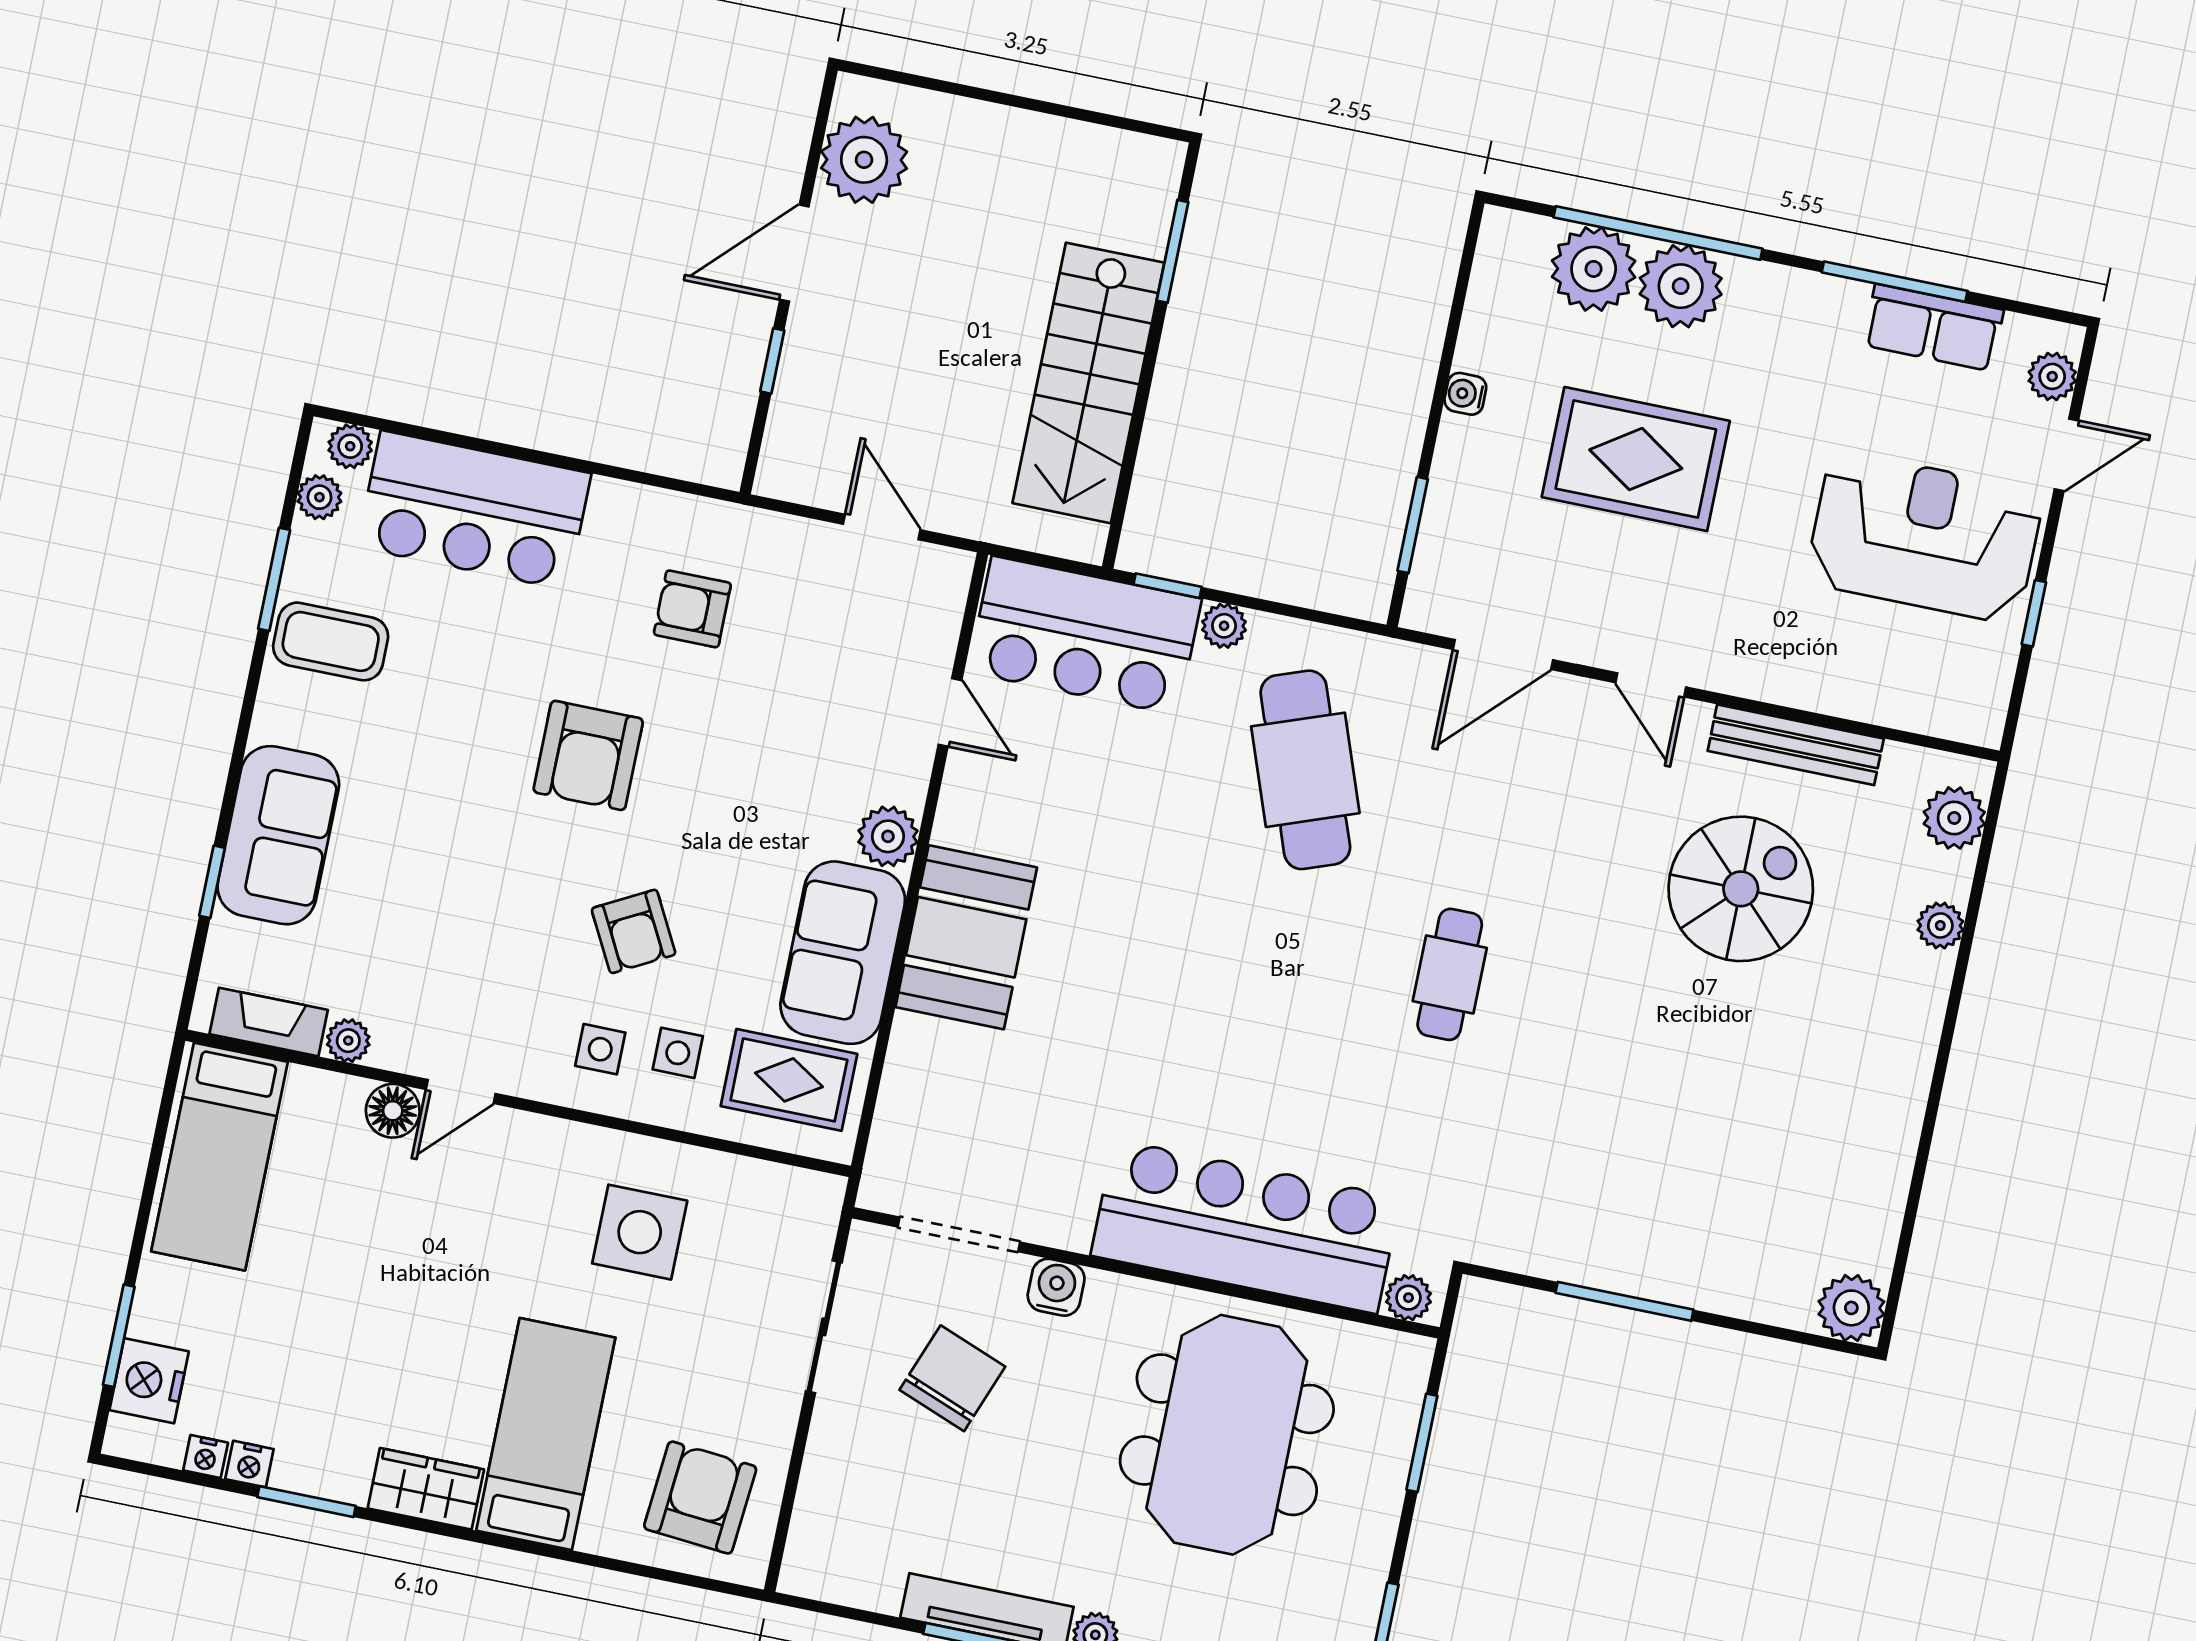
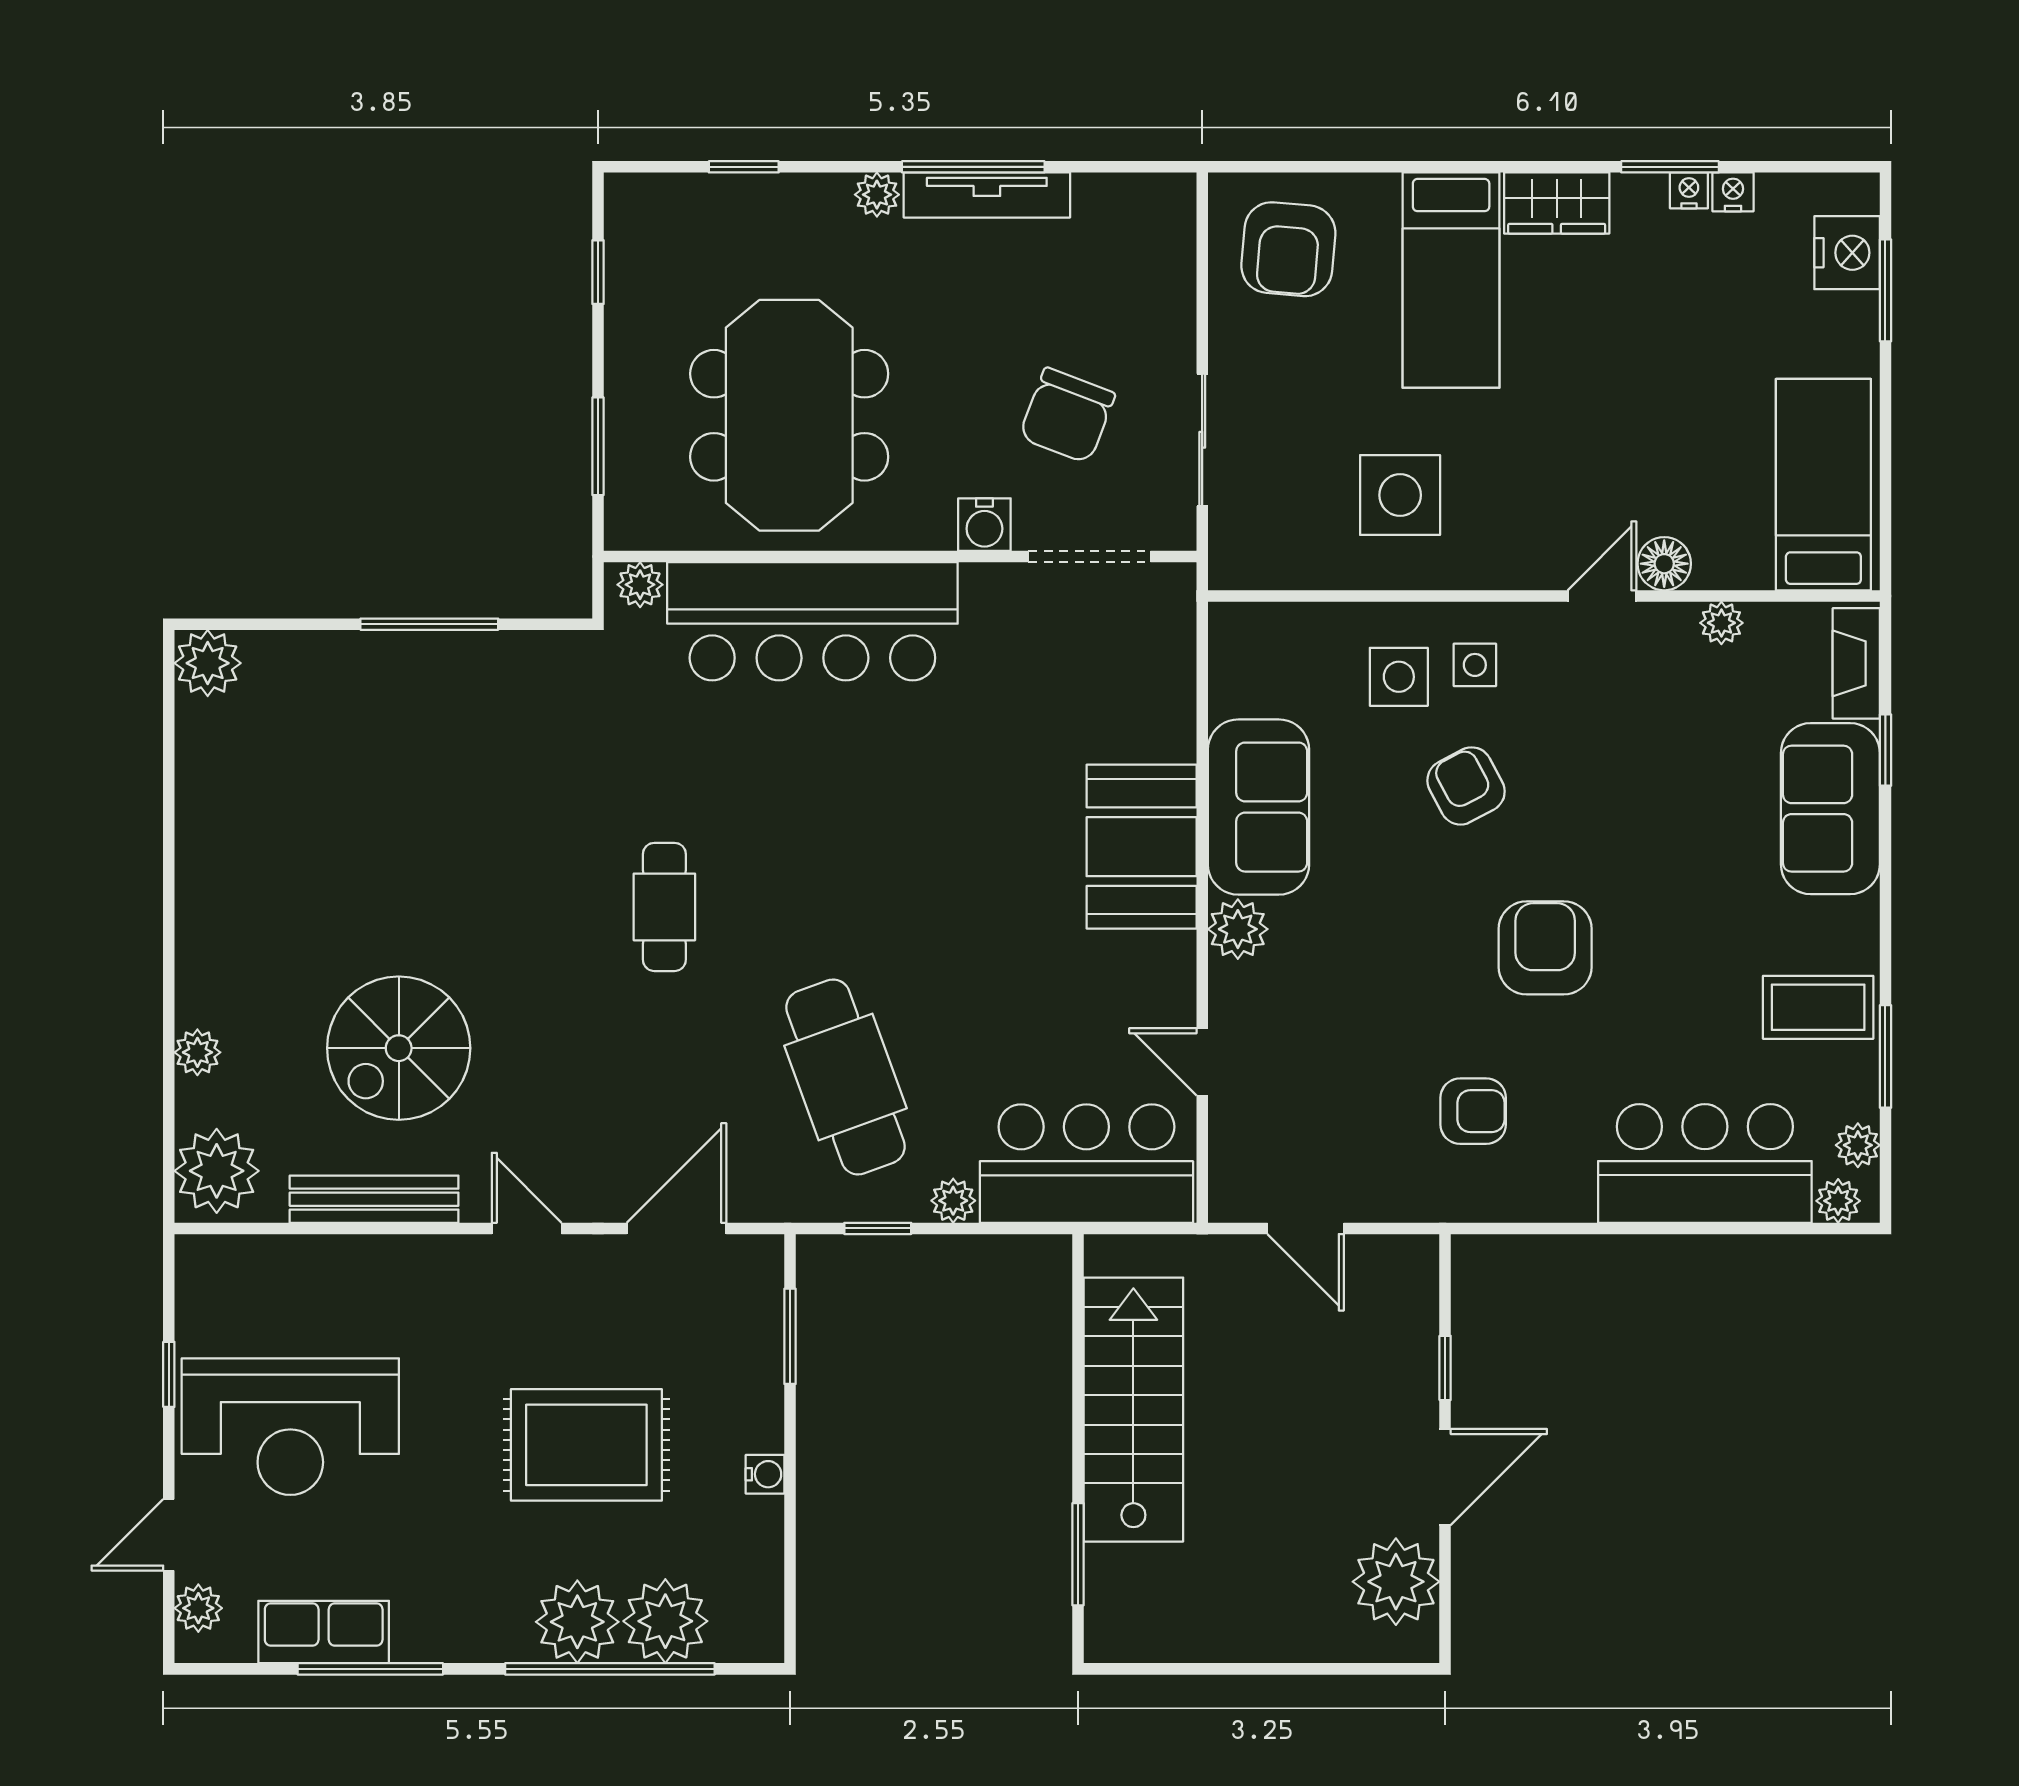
window: (1168, 586) -> (878, 1228), moved
plant: (1954, 818) -> (217, 1171), width x1.36, depth x1.36
fireplace: (269, 1022) -> (1856, 663), moved, turned 90
side table: (678, 1053) -> (1399, 677), width x1.37, depth x1.37
rug: (789, 1080) -> (1285, 673), removed
nightstand: (206, 1457) -> (1689, 190), moved

